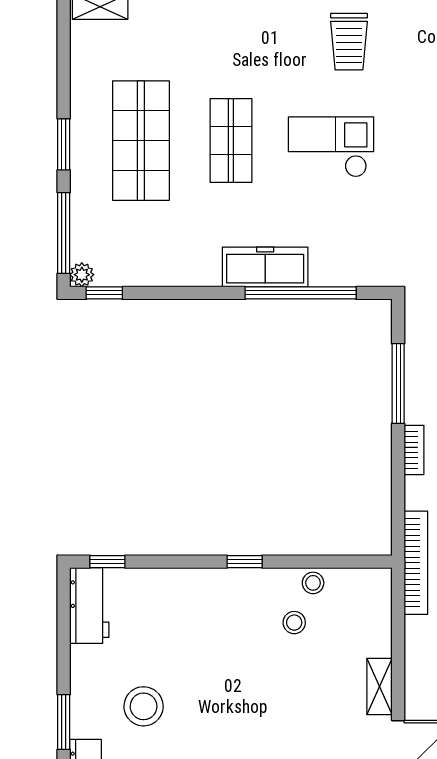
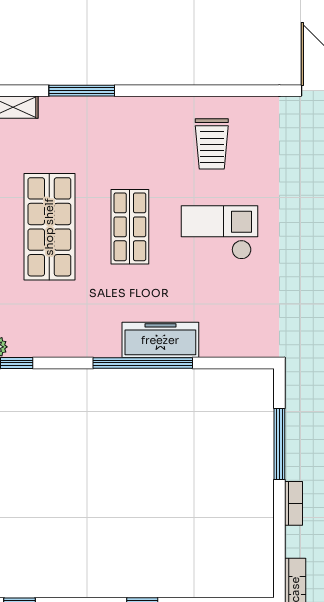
trolley: (349, 42) -> (212, 144), moved
window: (301, 293) -> (143, 363), moved

